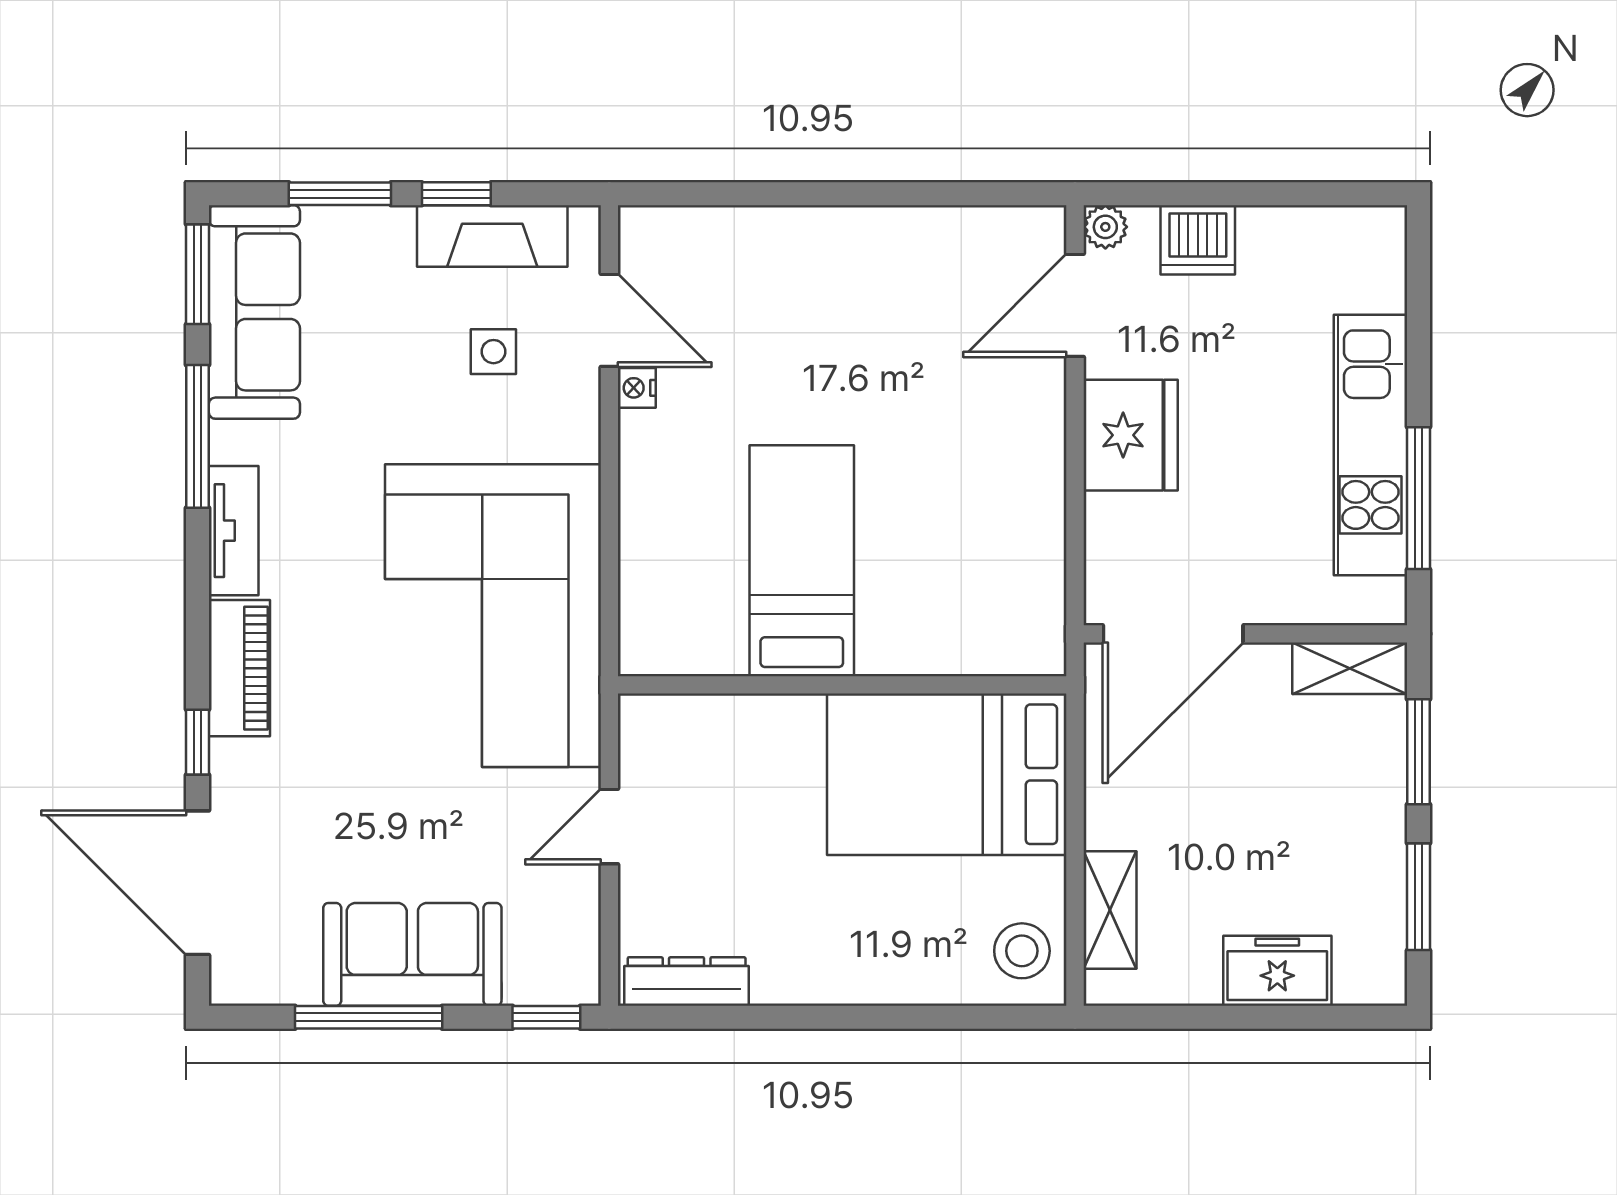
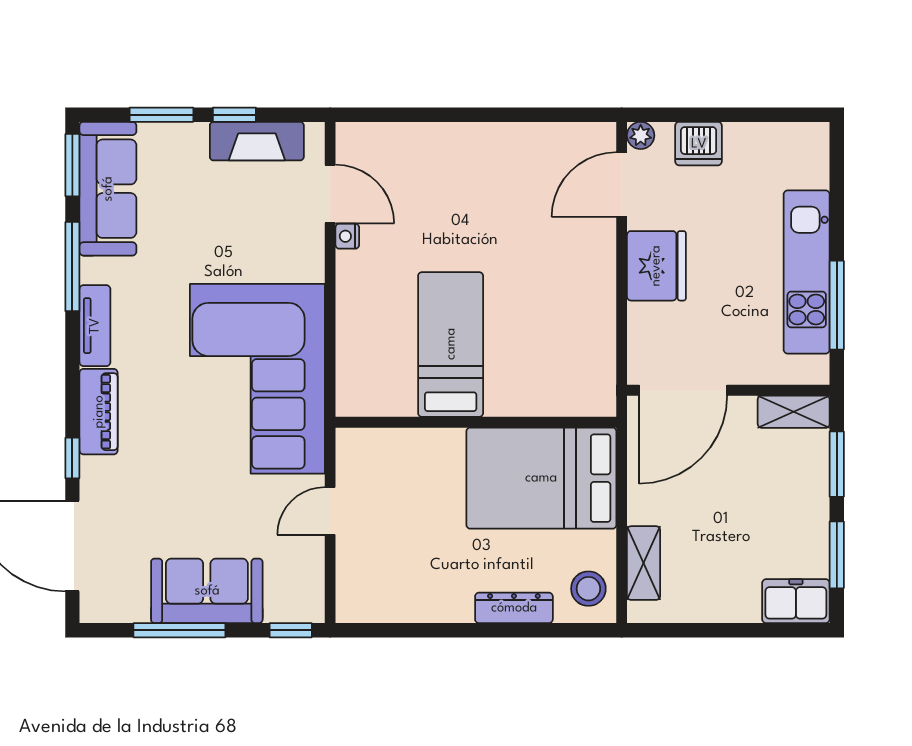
side table: (493, 352) -> (258, 214), removed
freezer: (1277, 971) -> (796, 601), moved
dresser: (687, 982) -> (514, 608), moved

